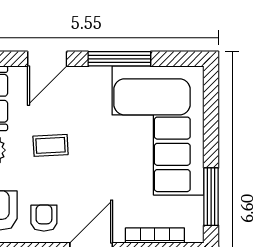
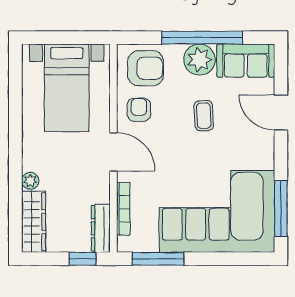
window: (119, 59) -> (281, 209), moved
armchair: (44, 218) -> (139, 110), turned -90

